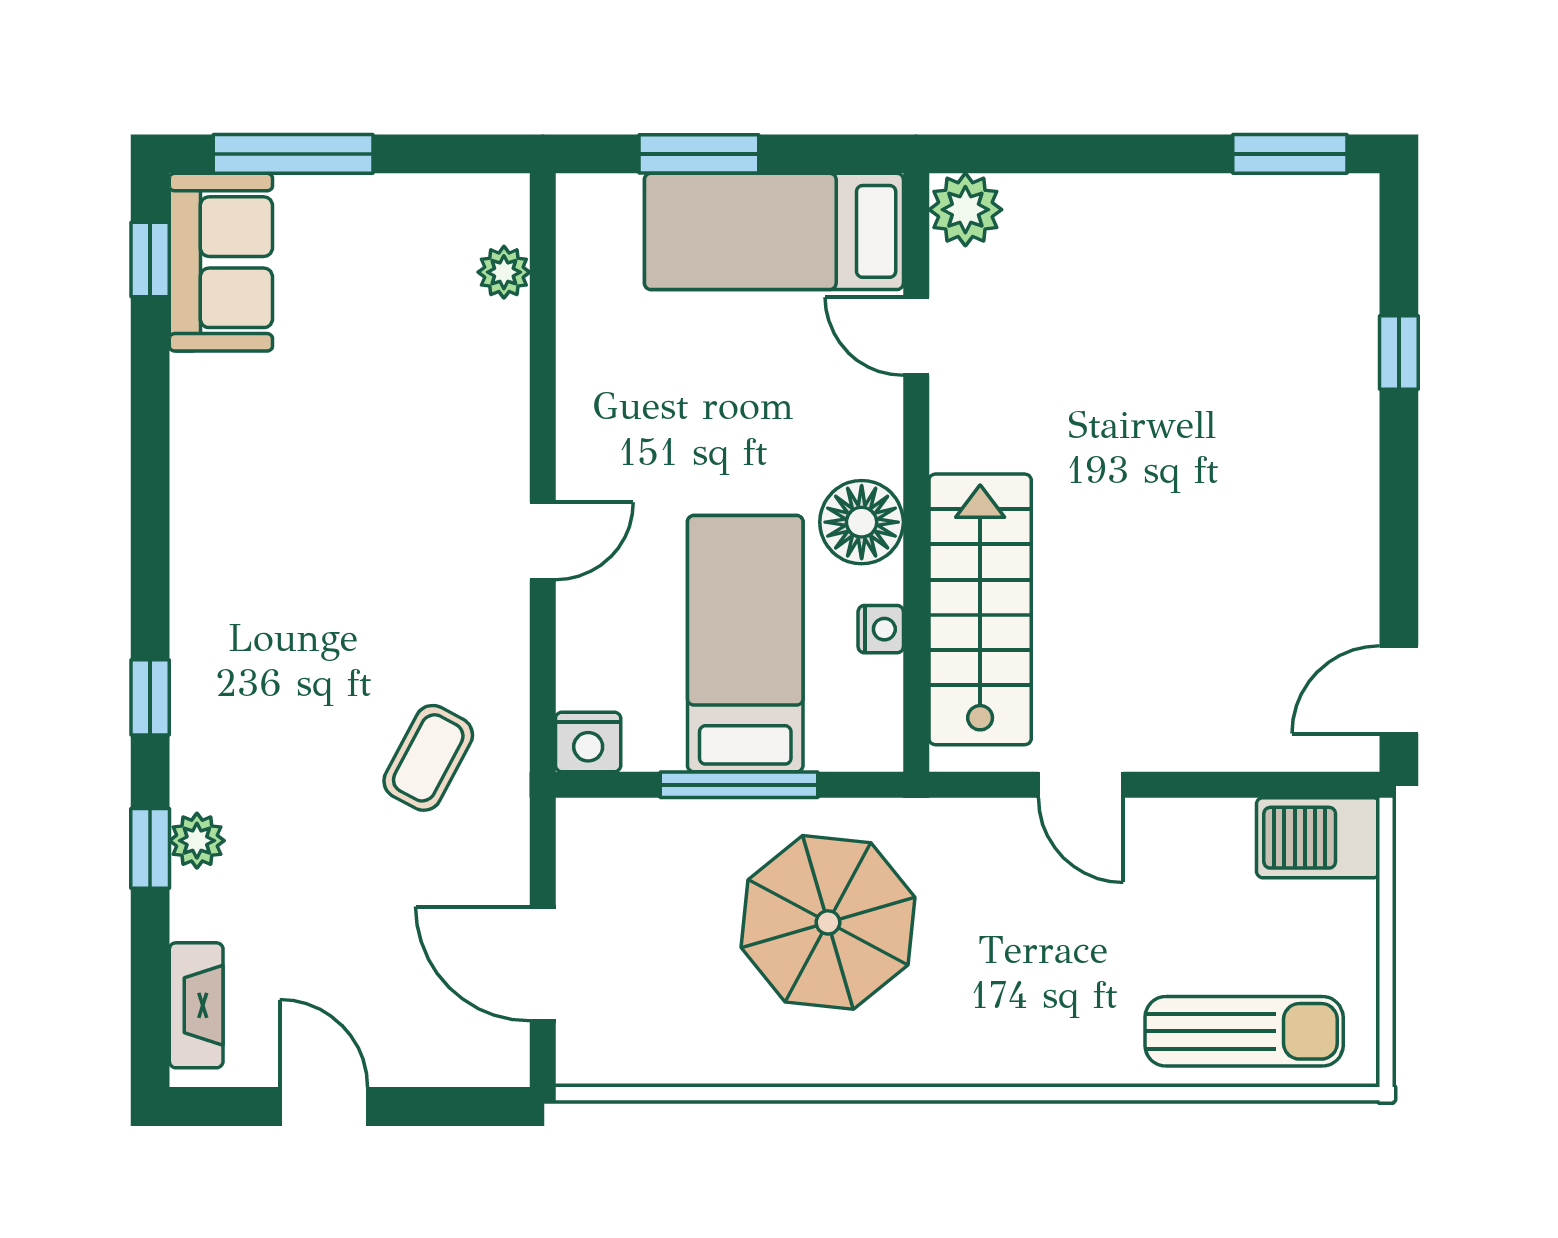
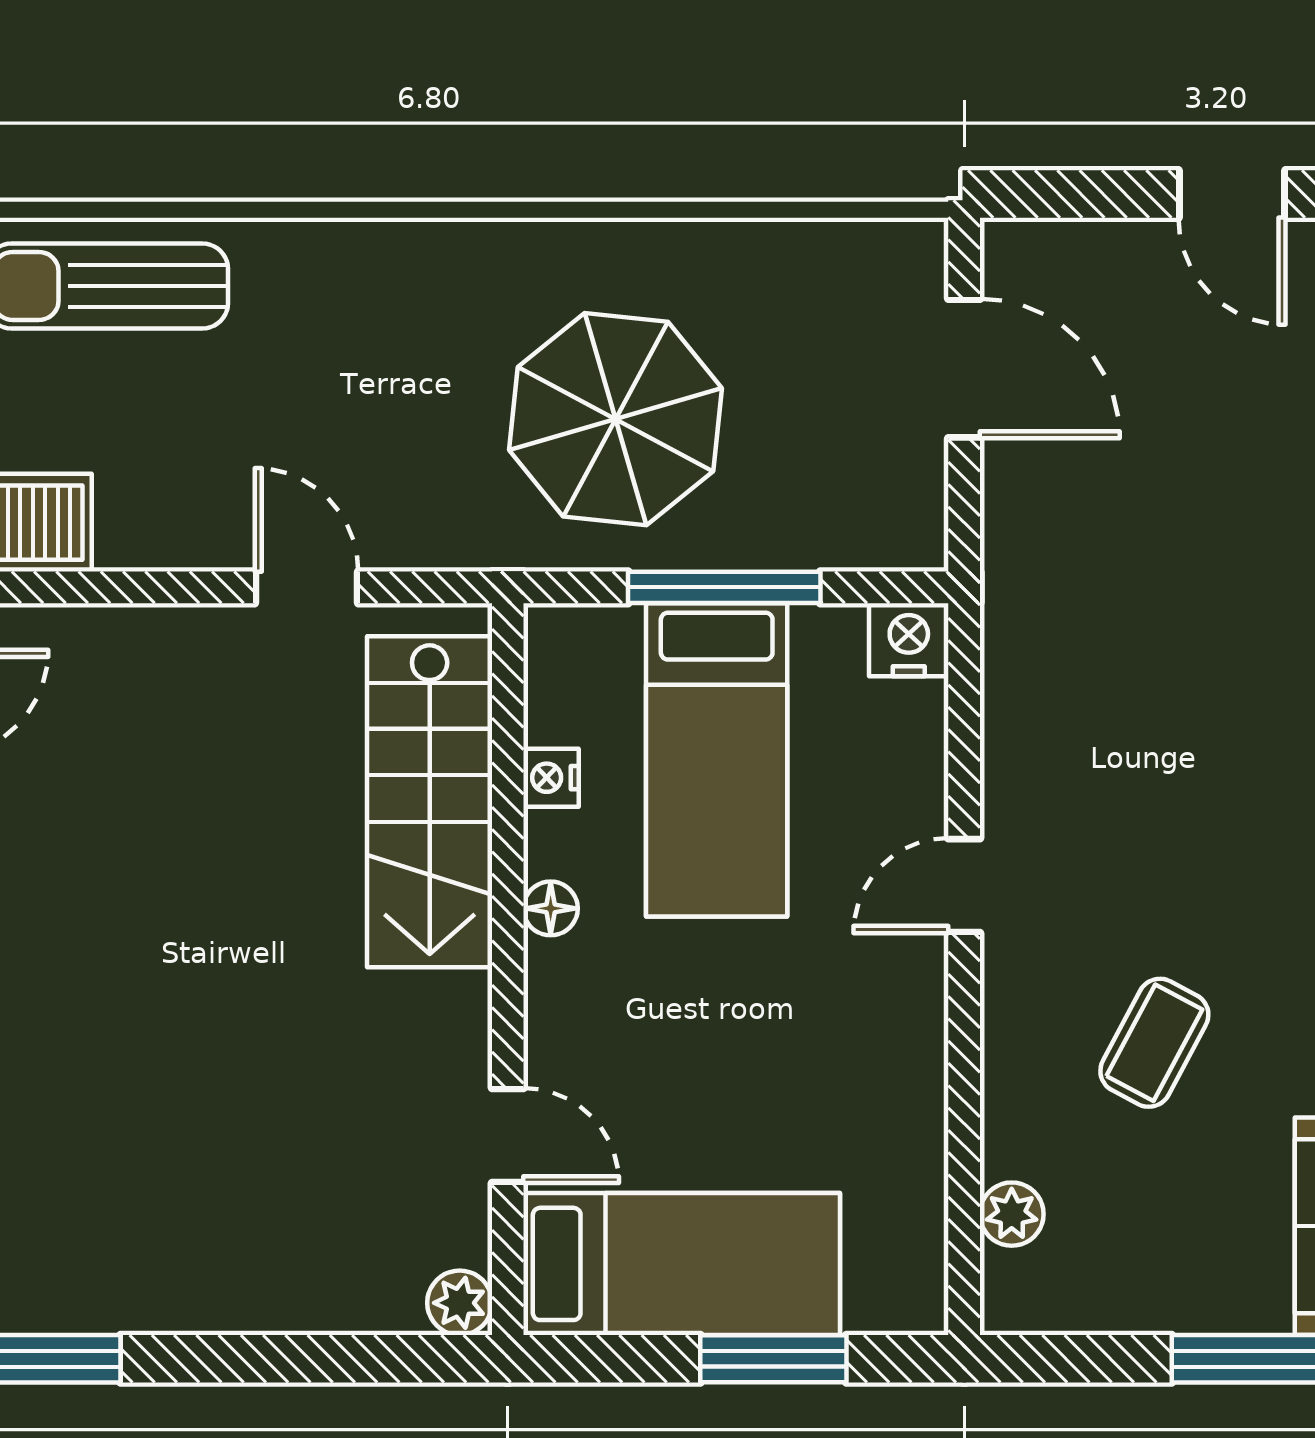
plant: (965, 210) -> (460, 1303), width x0.73, depth x0.73
floor lamp: (862, 522) -> (551, 908), width x0.53, depth x0.53
coffee table: (428, 758) -> (1154, 1043), moved

